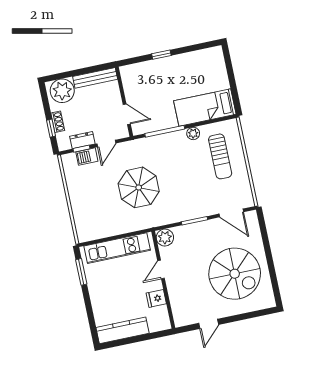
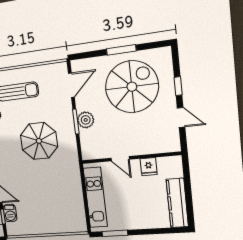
parasol: (139, 187) -> (39, 141), moved
plant: (165, 238) -> (86, 120), moved
window: (270, 260) -> (121, 50), added
window: (239, 318) -> (178, 86), added

